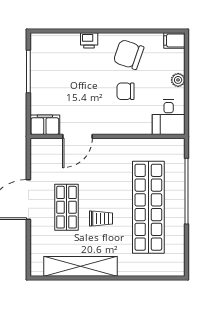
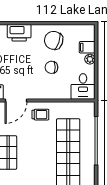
printer: (89, 40) -> (19, 33), width x1.87, depth x1.48
filing cabinet: (174, 40) -> (87, 47), moved
trolley: (101, 218) -> (40, 115), moved

